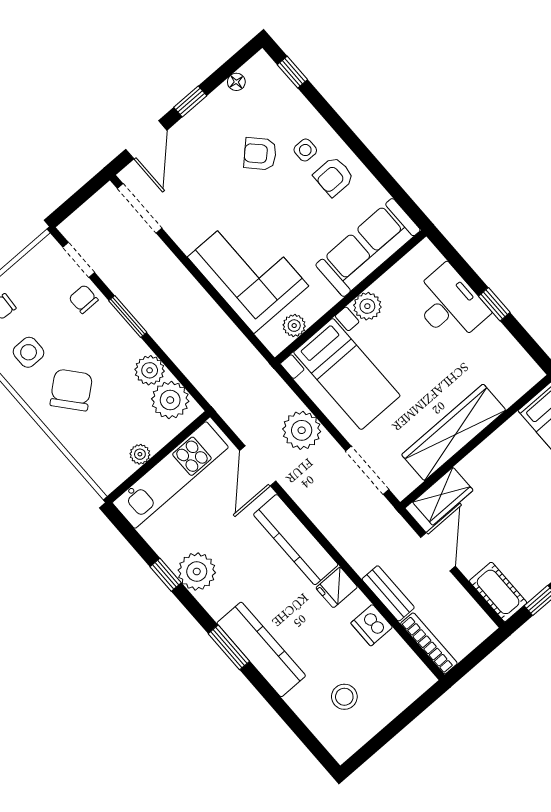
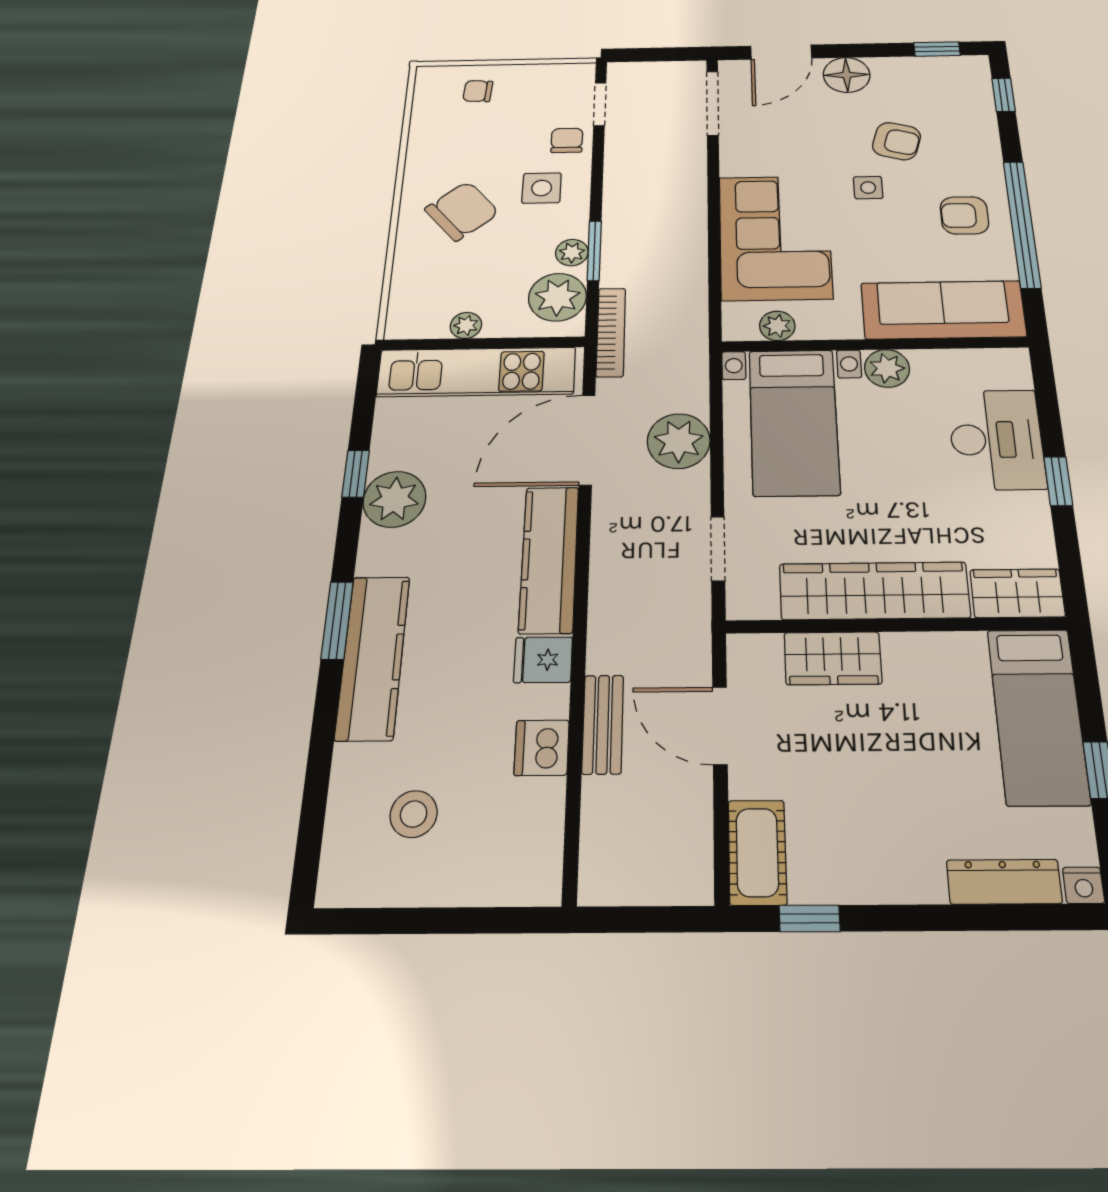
floor lamp: (236, 82) -> (847, 75), moved, width x1.89, depth x1.89
window: (190, 102) -> (937, 49), moved
side table: (305, 150) -> (868, 188), moved
armchair: (260, 154) -> (896, 141), turned 150
window: (367, 158) -> (1022, 224), added
window: (128, 316) -> (594, 251), moved
side table: (29, 352) -> (542, 188), moved
plant: (150, 370) -> (572, 253), width x0.73, depth x0.73
wardrobe: (517, 380) -> (1017, 593), added
door: (258, 466) -> (587, 440), width x1.36
doorway: (367, 470) -> (718, 549), width x0.73
wardrobe: (443, 496) -> (833, 658), moved
door: (438, 552) -> (720, 726), swing flipped
bookcase: (429, 643) -> (611, 332), moved

